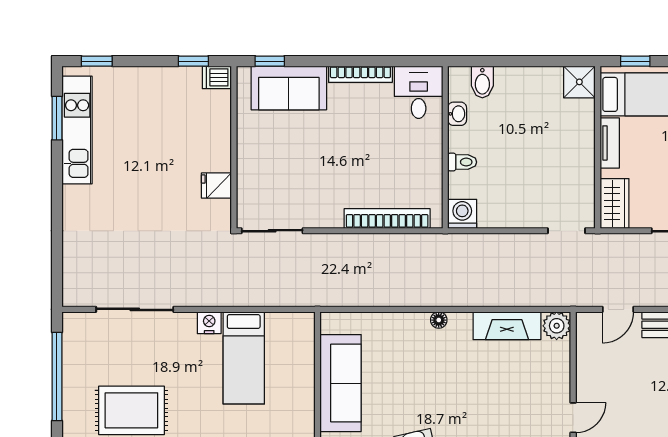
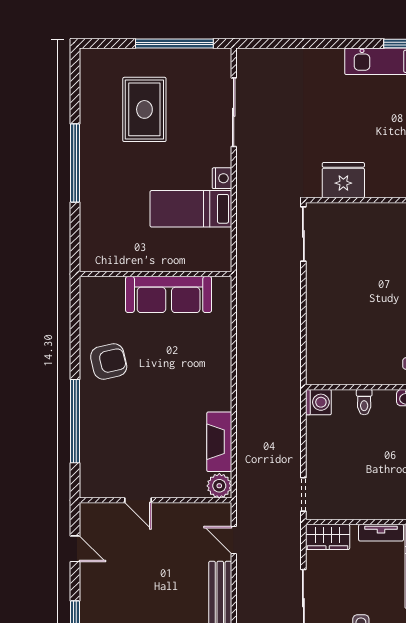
fridge: (216, 186) -> (343, 180), width x1.88, depth x1.34
bookcase: (387, 218) -> (314, 336), removed
floor lamp: (439, 320) -> (224, 381), removed

